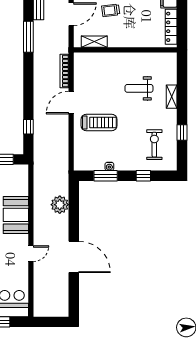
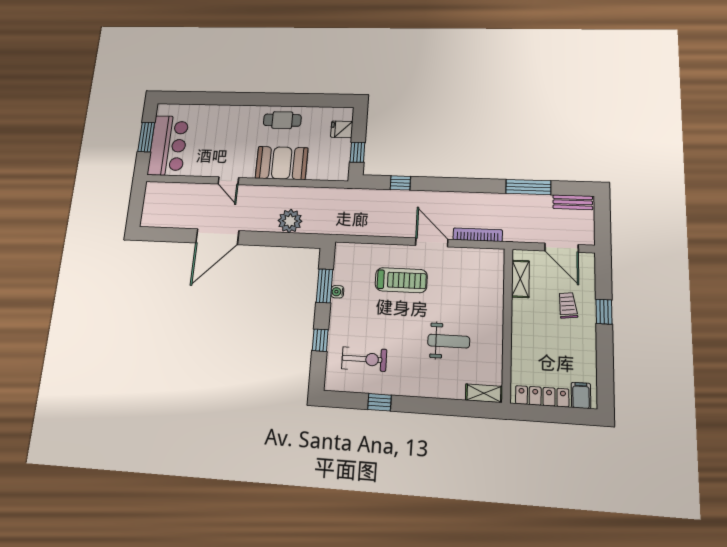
weight bench: (139, 88) -> (449, 341), turned 90
shelving: (172, 97) -> (484, 393), moved
treadmill: (99, 122) -> (401, 280), turned -90

